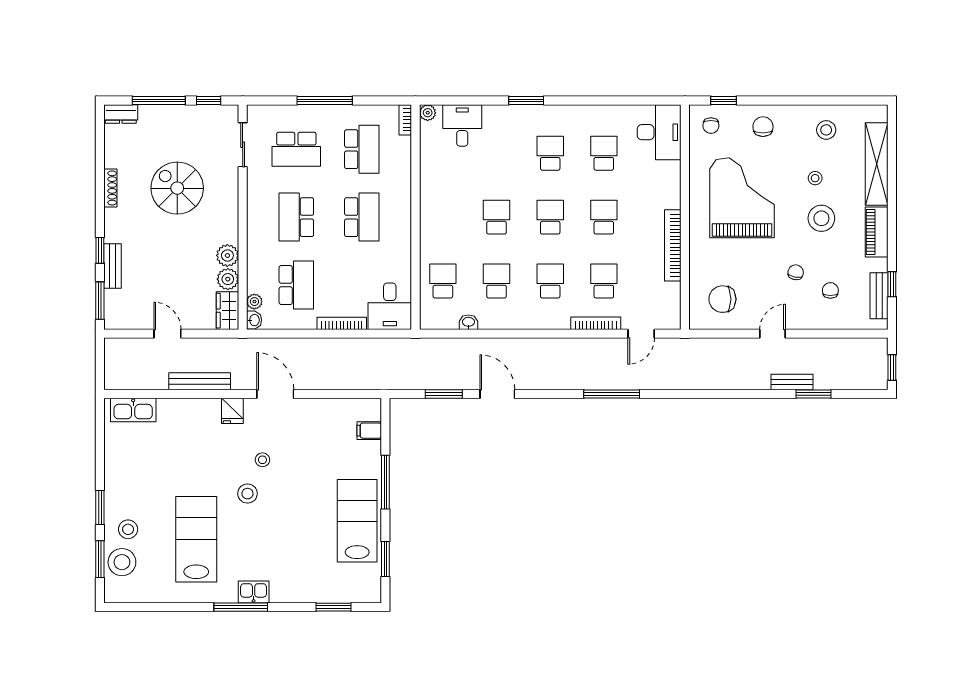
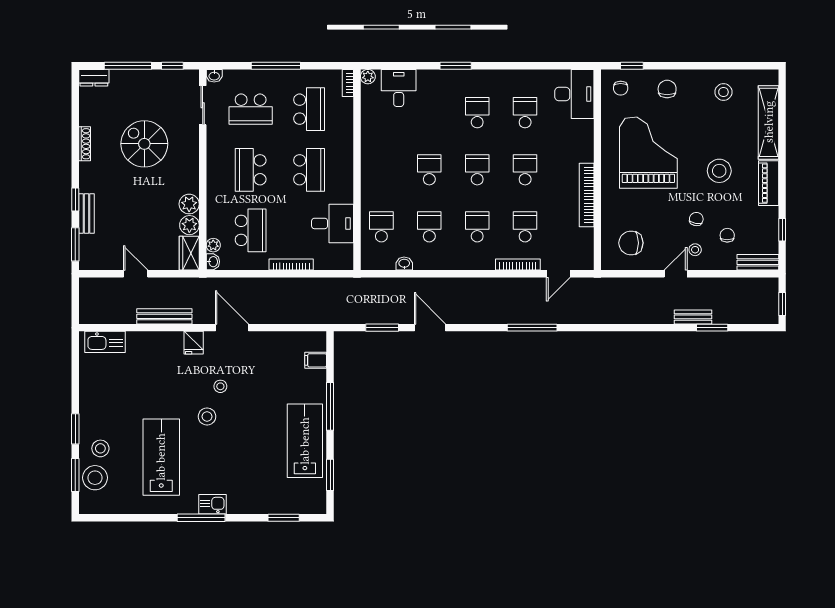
washbasin: (256, 112) -> (214, 76), added
stool: (815, 178) -> (695, 250), moved
bench: (879, 296) -> (758, 262), moved, turned 90
desk: (390, 306) -> (333, 223), moved, turned -90

